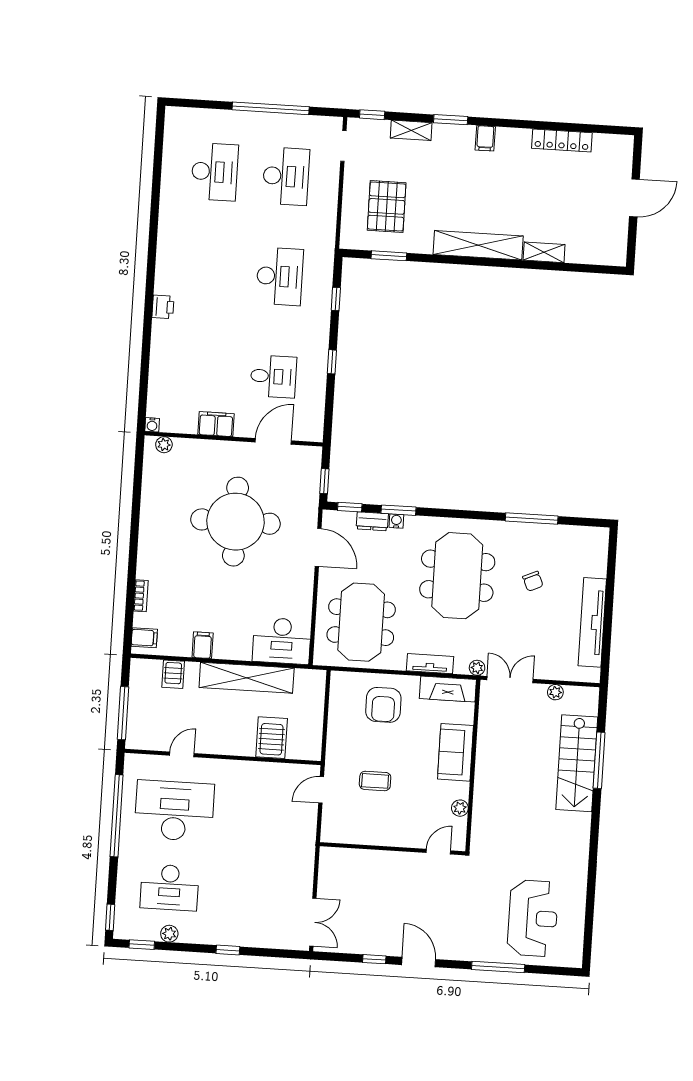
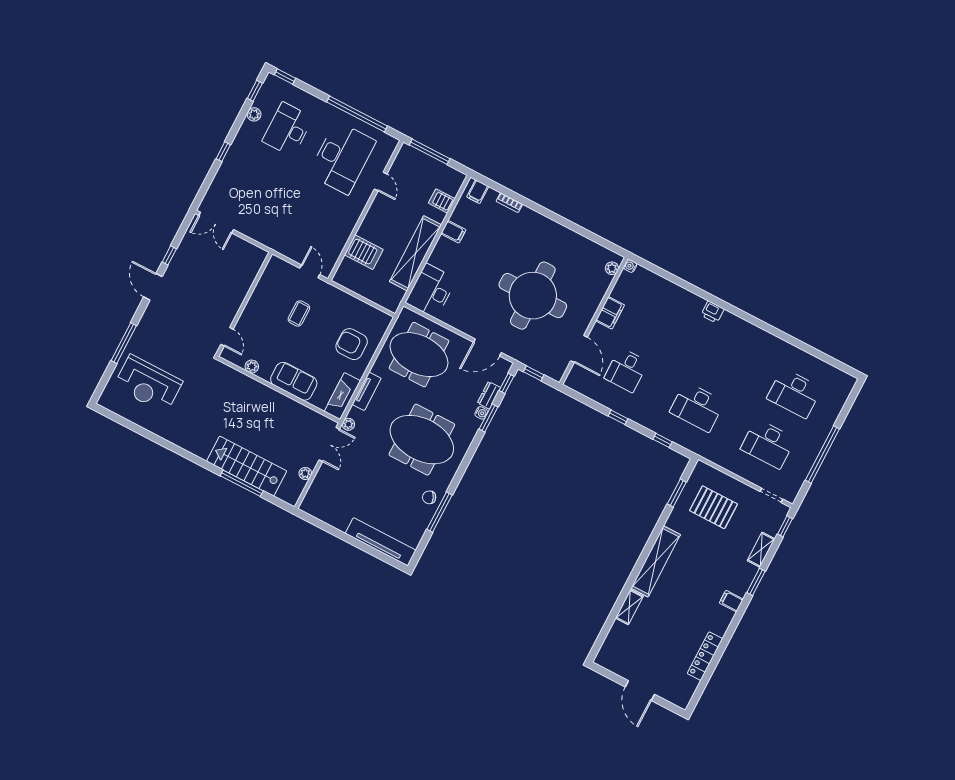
chair: (533, 581) -> (429, 497), moved
tv unit: (592, 622) -> (381, 542), moved
door: (419, 962) -> (153, 287), swing flipped

